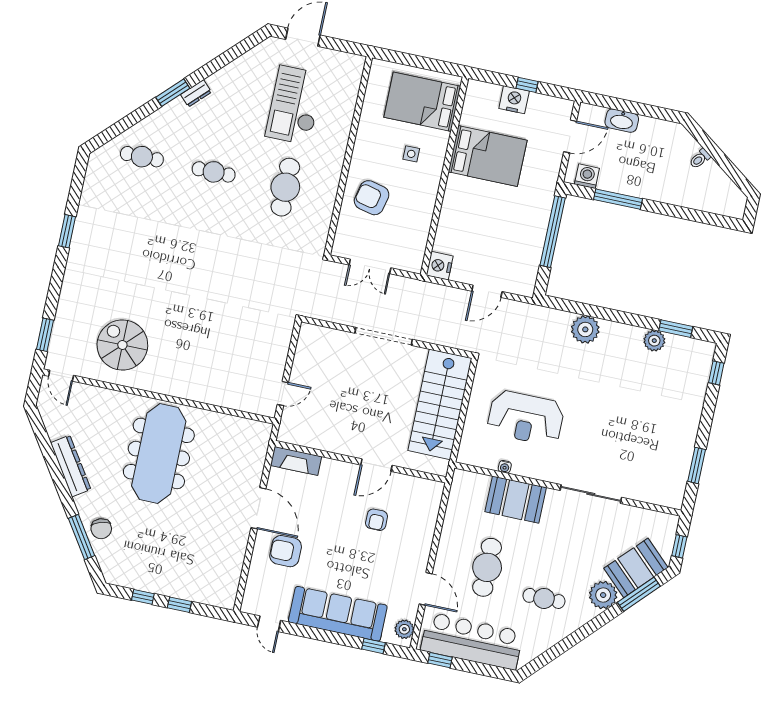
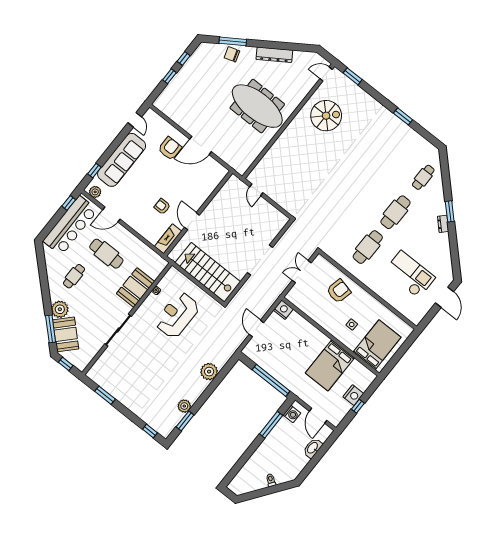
cafe table: (214, 172) -> (395, 212), width x1.37, depth x1.35
cafe table: (285, 187) -> (368, 247), turned 90
fireplace: (296, 461) -> (168, 239), moved
door: (269, 624) -> (135, 120), swing flipped

